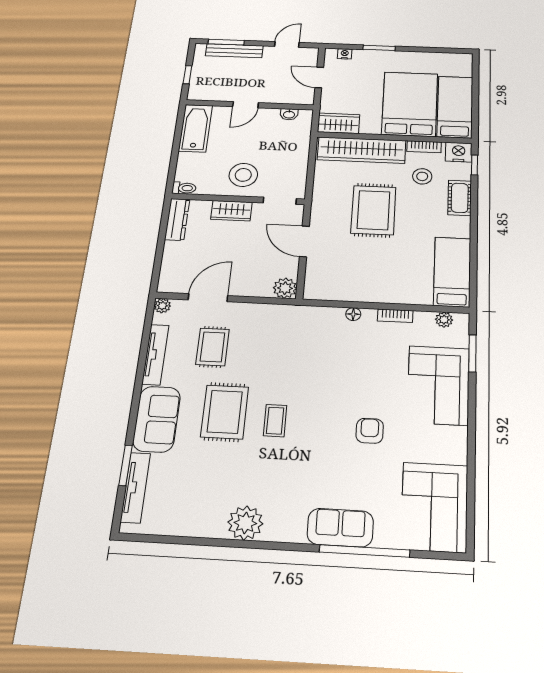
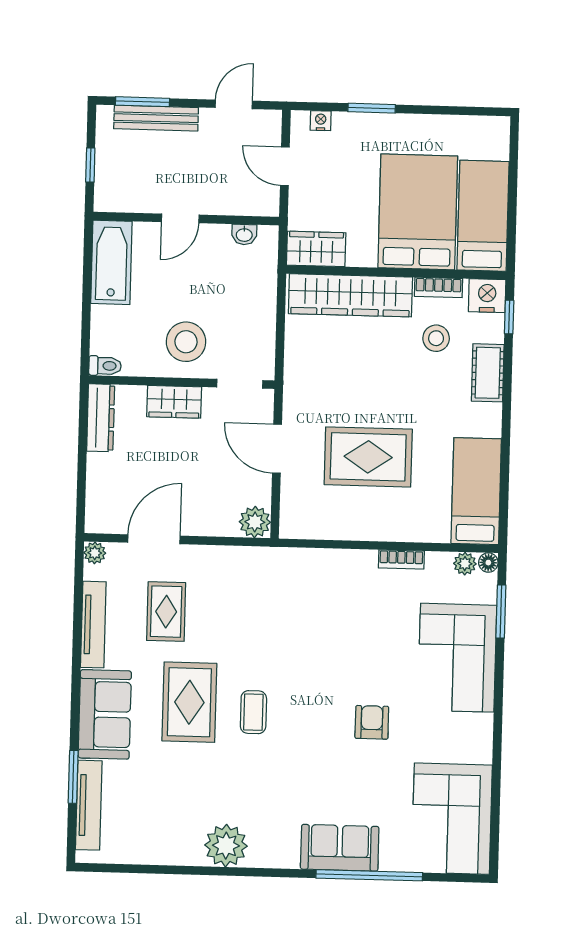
rug: (373, 210) -> (368, 457), moved, turned 90
floor lamp: (353, 314) -> (488, 563), moved

